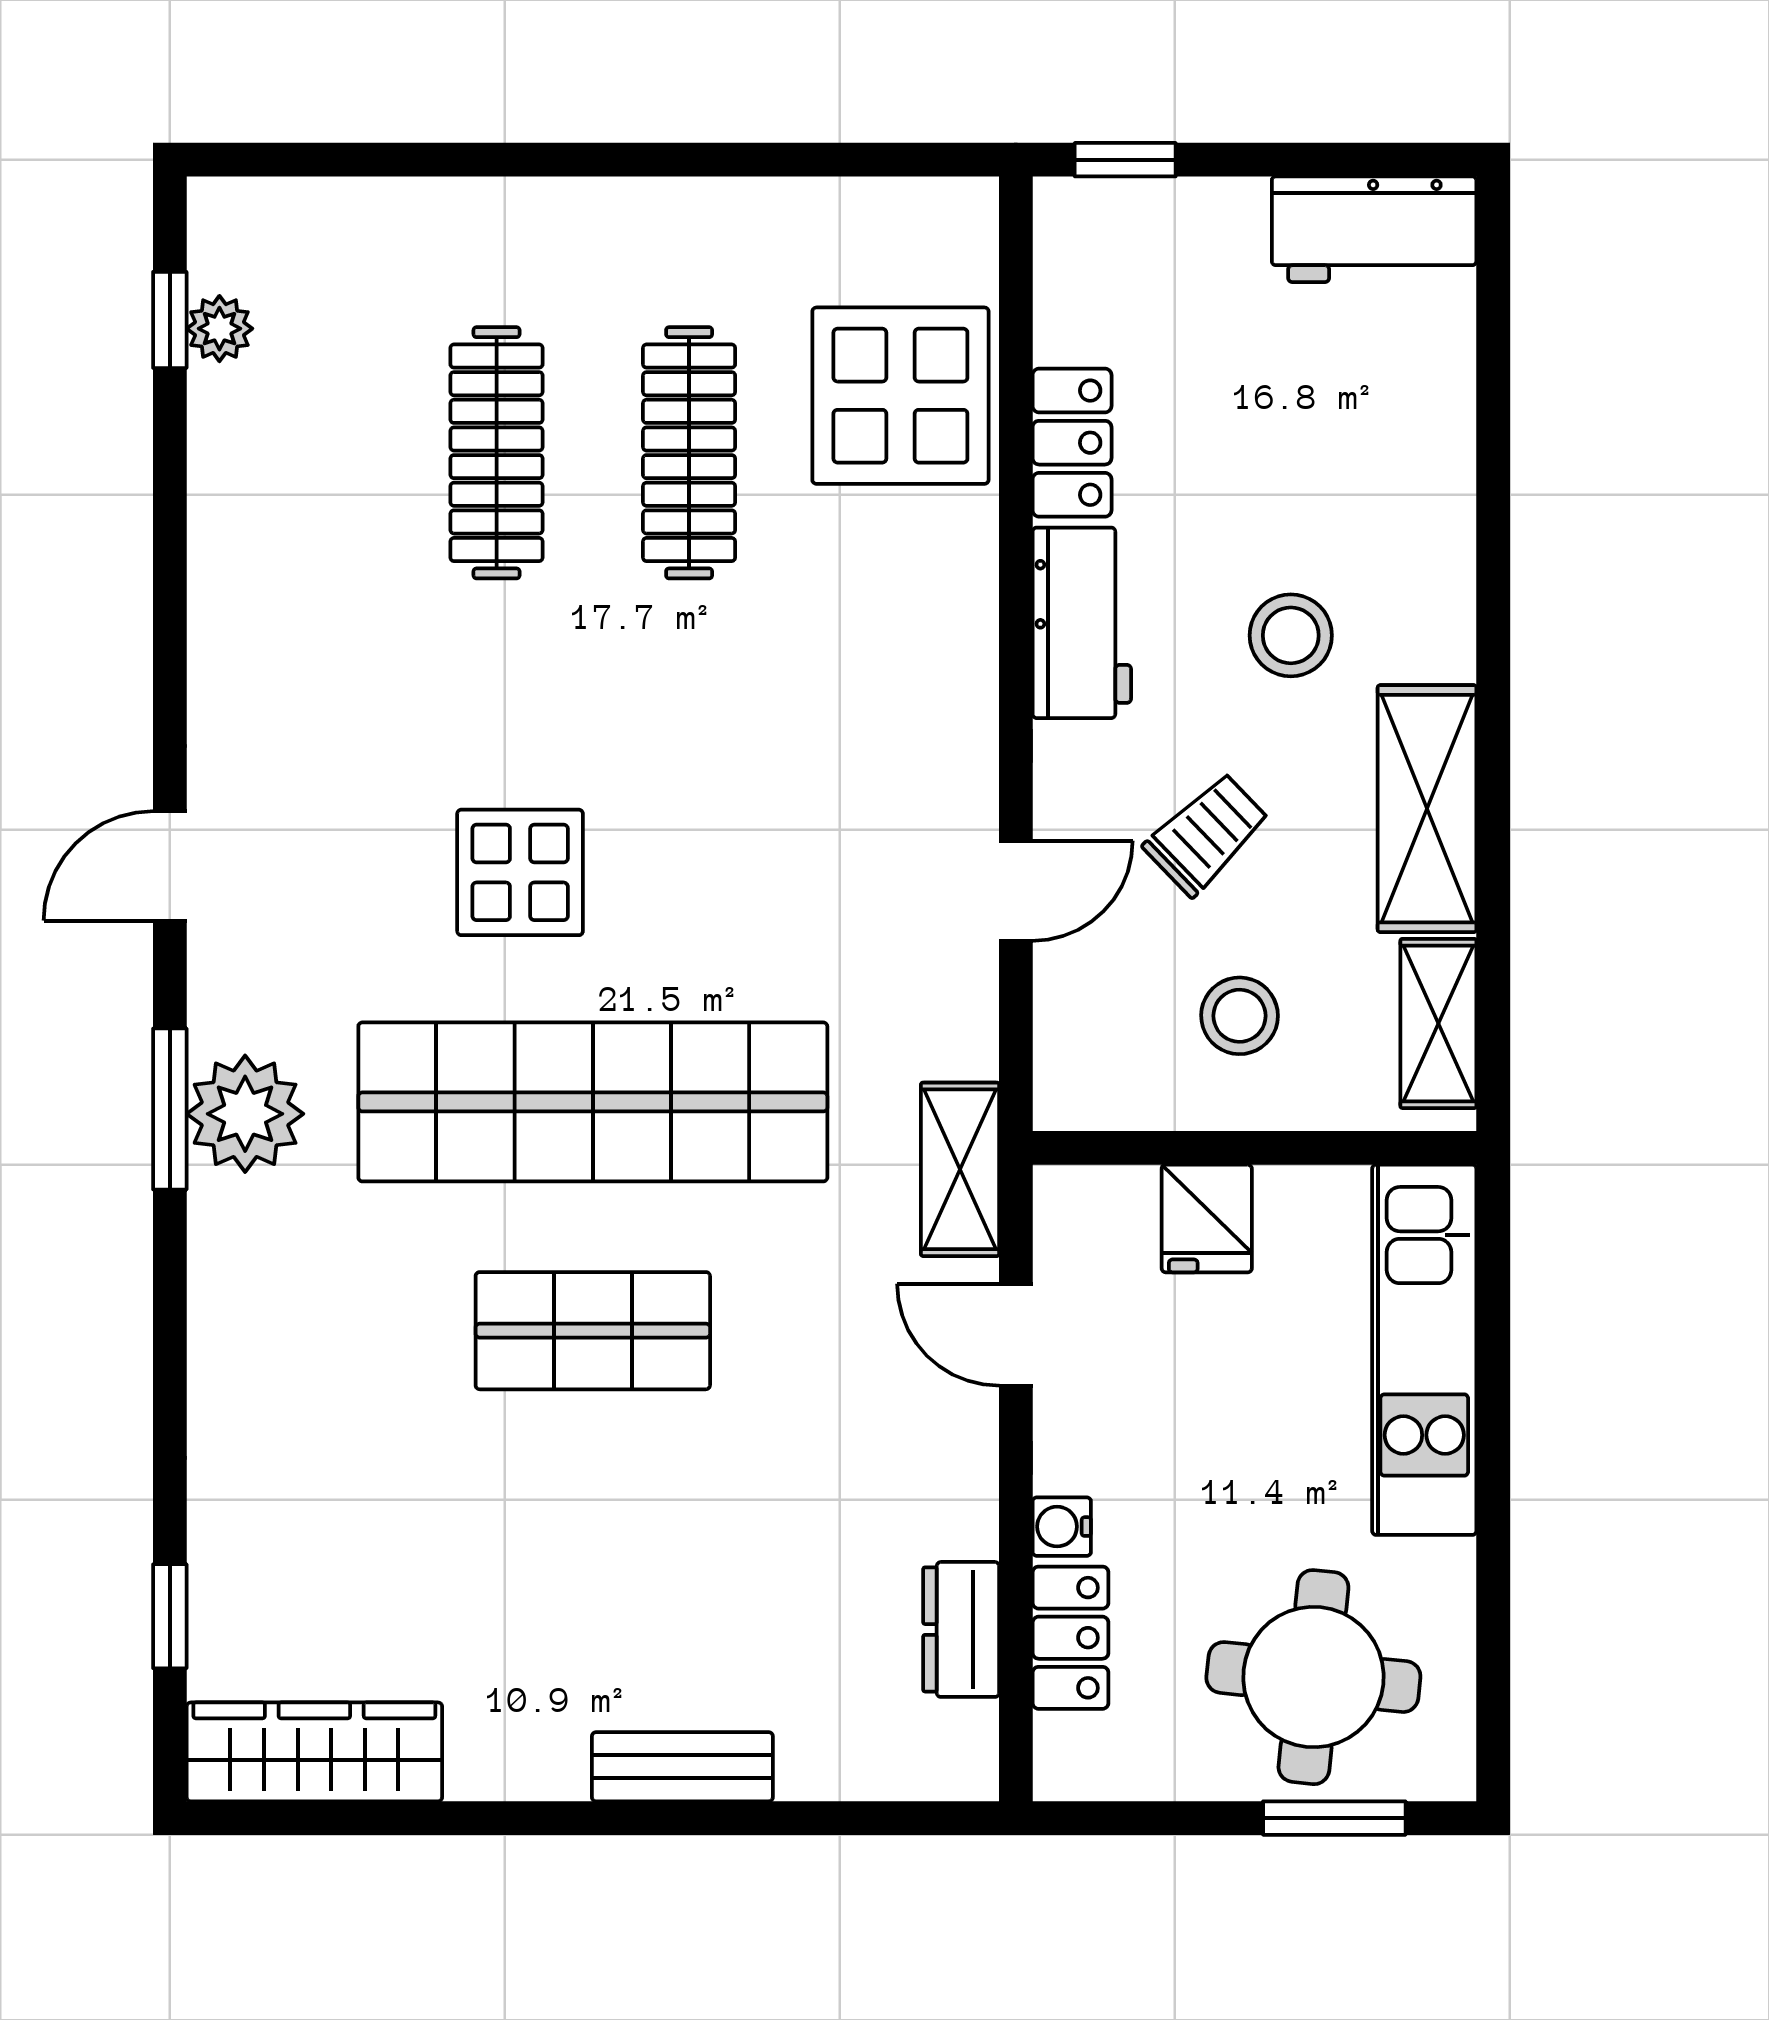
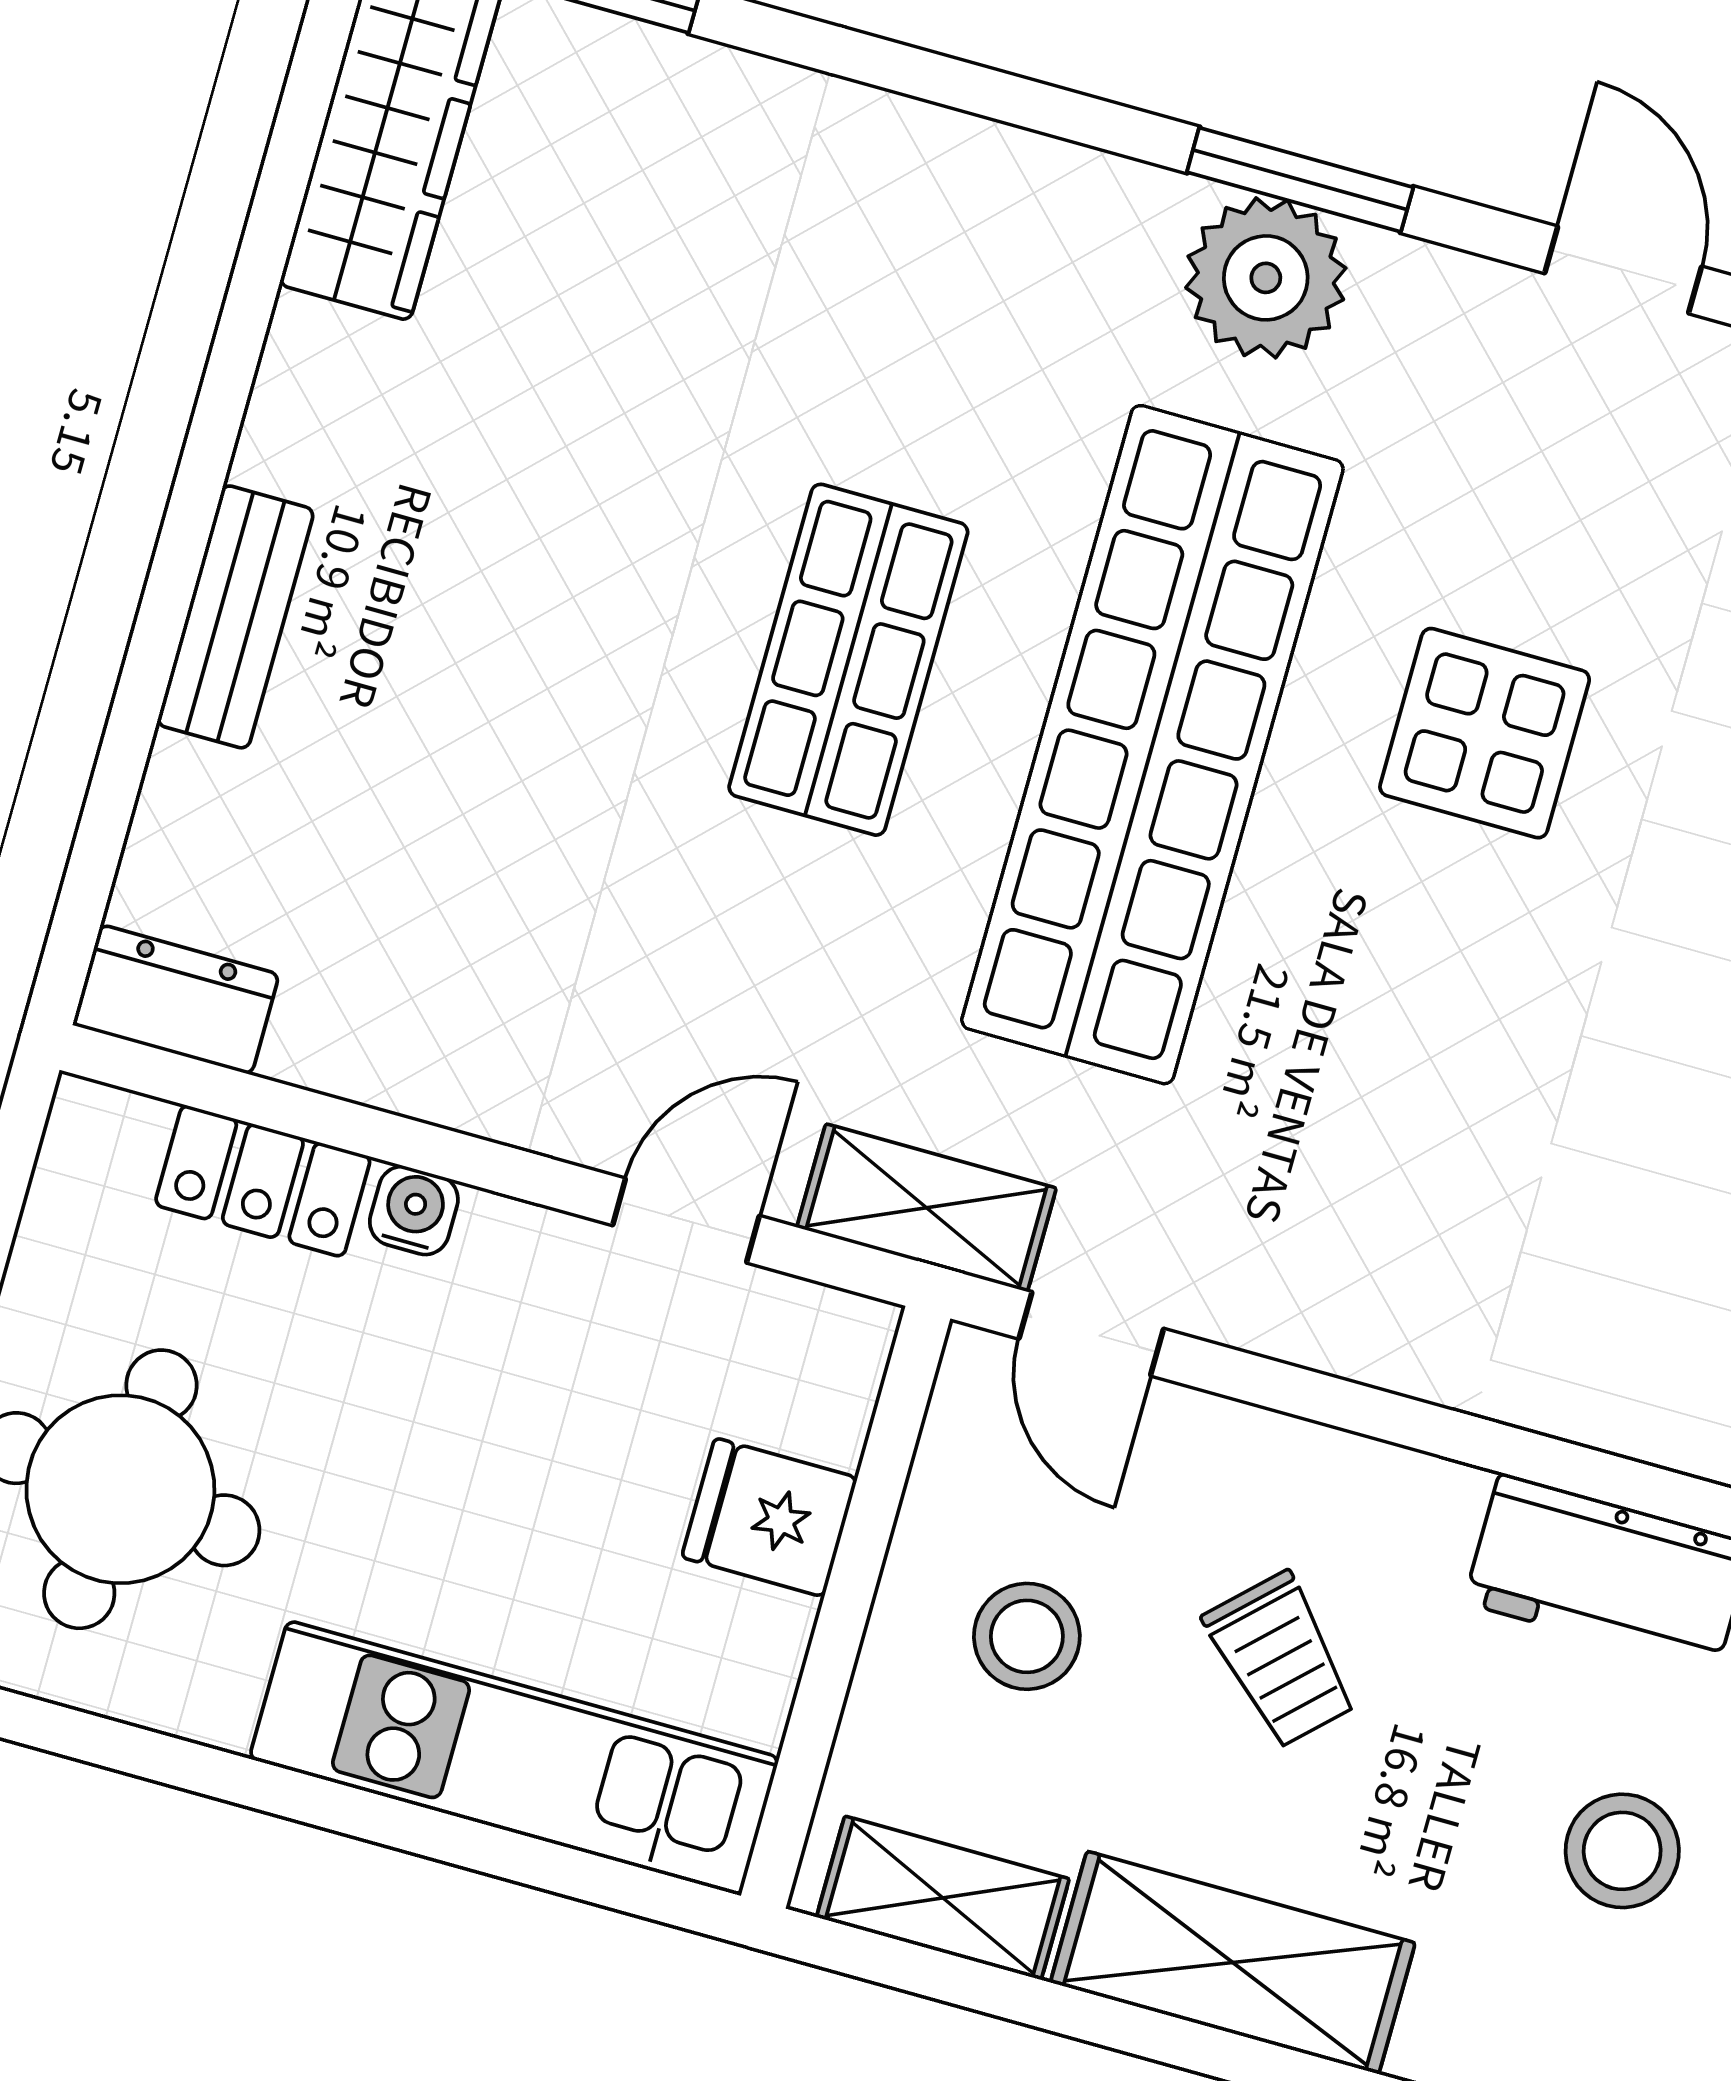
stool: (1291, 635) -> (1622, 1851), moved
door: (1016, 891) -> (1091, 1334), moved
dresser: (961, 1629) -> (176, 1000), moved

